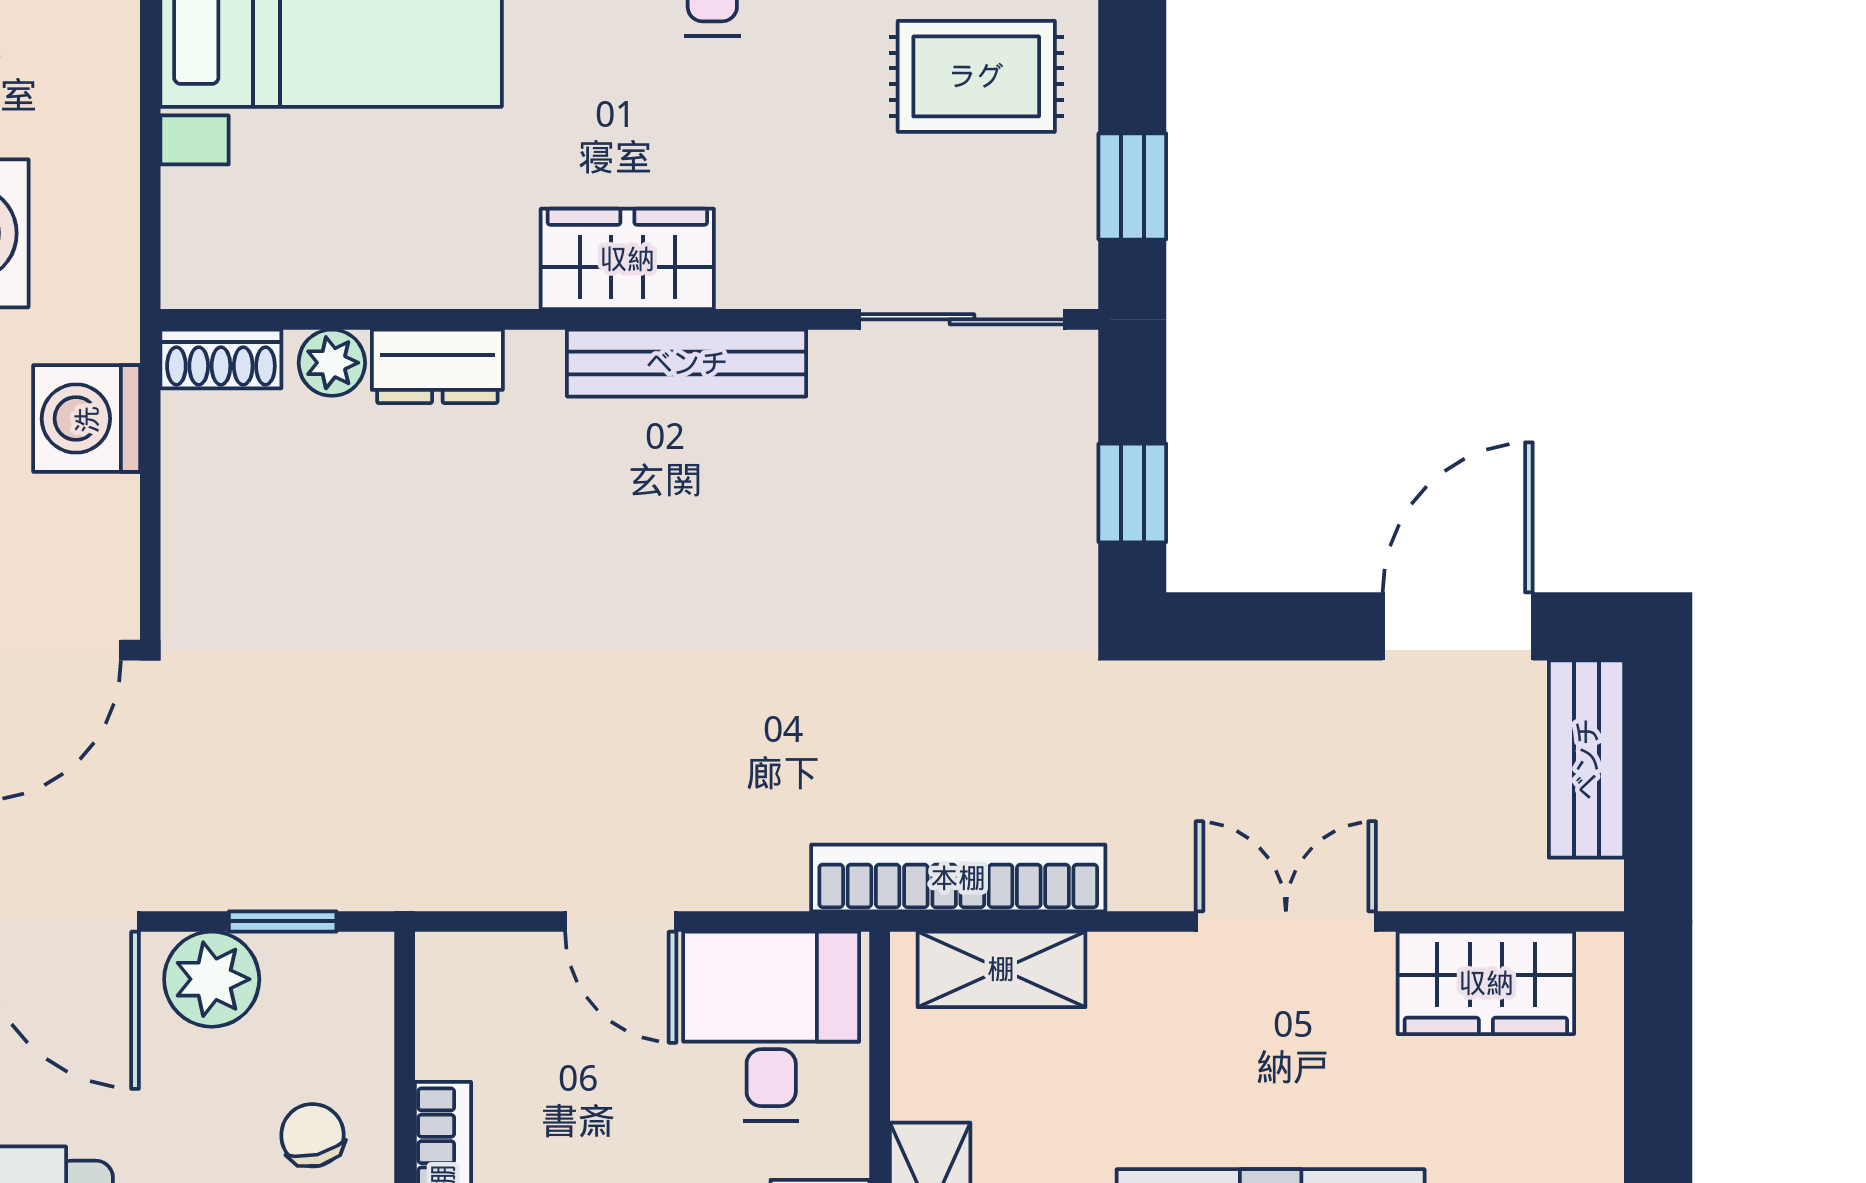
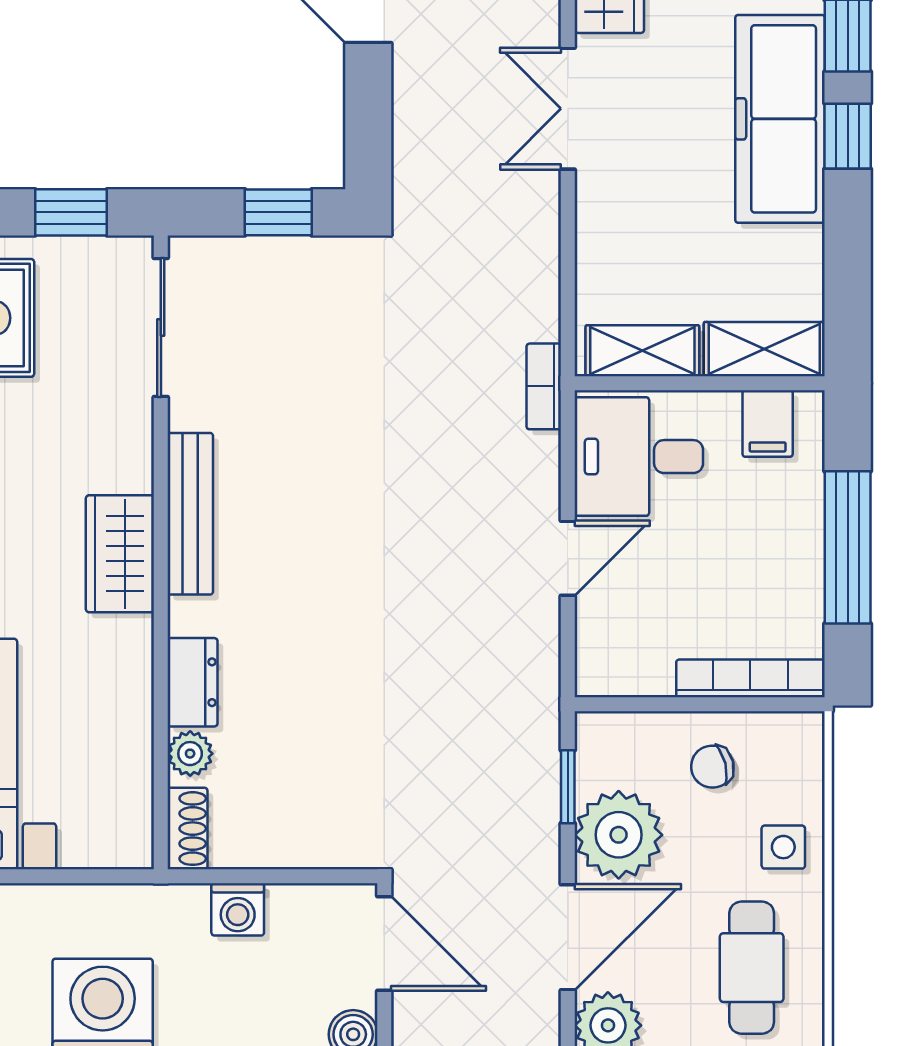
washing machine: (87, 419) -> (238, 909), width x0.73, depth x0.73
bookcase: (958, 878) -> (544, 386), width x0.43, depth x0.76
shelving: (1001, 969) -> (642, 351), moved, turned 90
plant: (212, 979) -> (619, 835), width x1.36, depth x1.36

